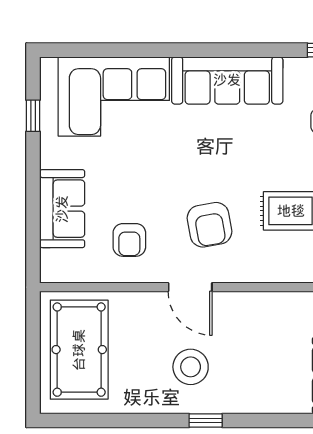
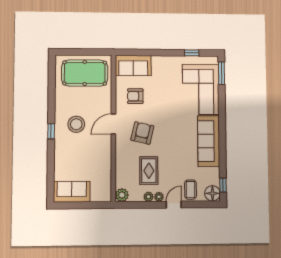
window: (78, 50) -> (221, 73), added
sofa: (62, 209) -> (133, 66), moved
armchair: (209, 225) -> (142, 133), turned 113

